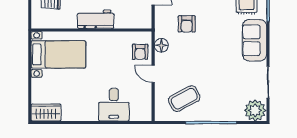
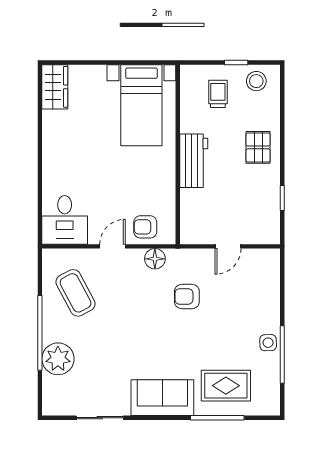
desk: (114, 105) -> (65, 220), moved, turned -90
plant: (255, 110) -> (58, 359), moved

